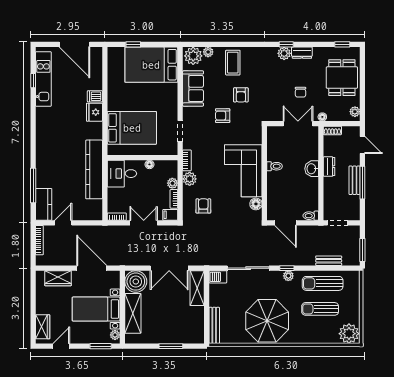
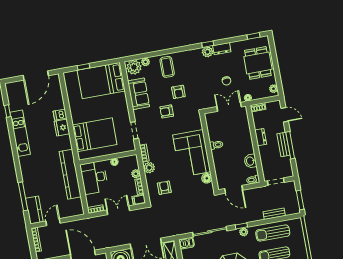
door: (74, 44) -> (36, 75), hinge flipped
kitchen unit: (43, 79) -> (20, 133), moved
washbasin: (312, 169) -> (250, 161), moved
desk: (122, 174) -> (94, 178), width x1.37

